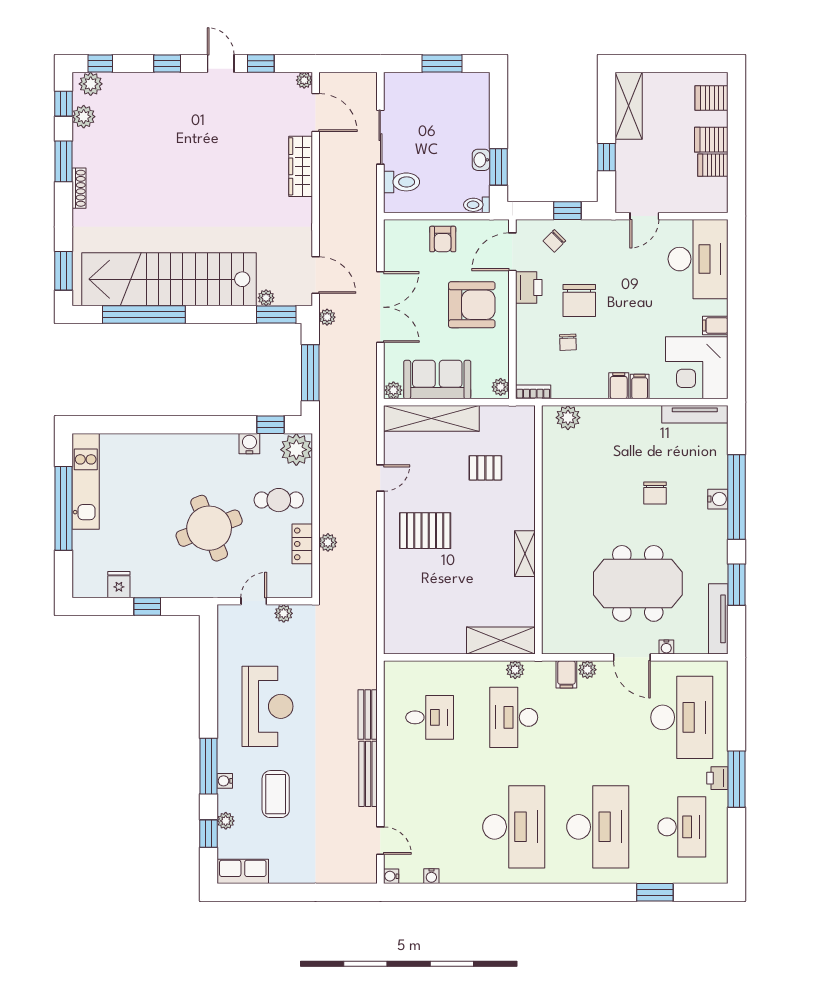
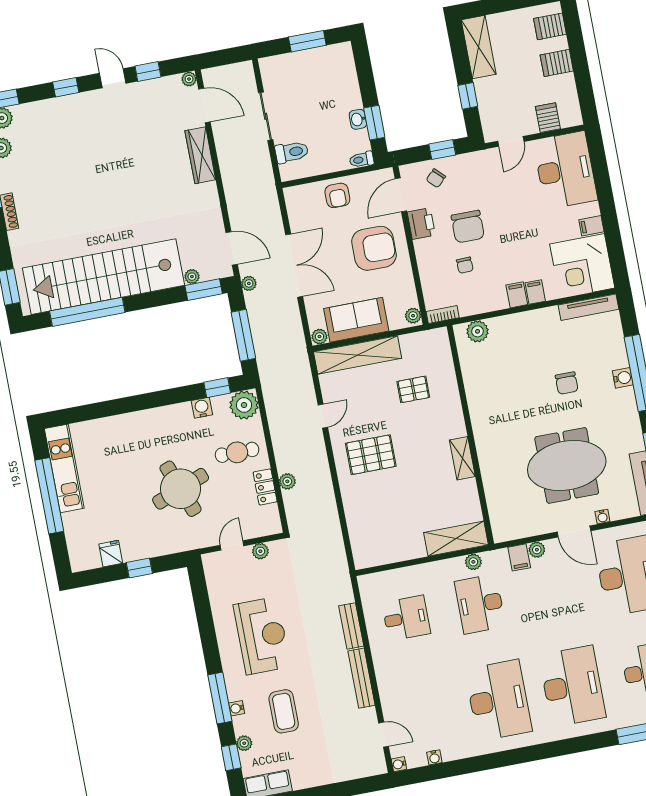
server rack: (713, 165) -> (548, 118), moved, turned 90

